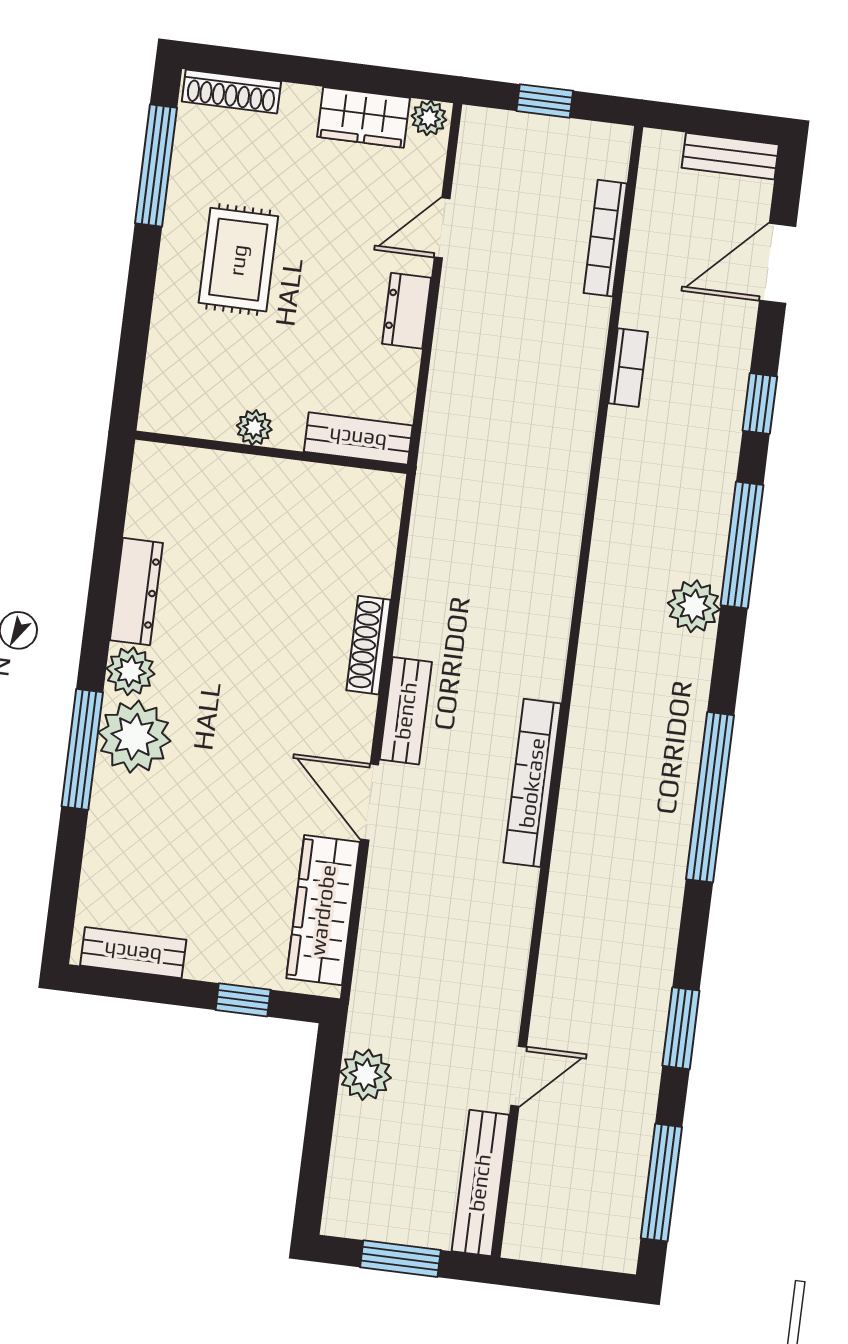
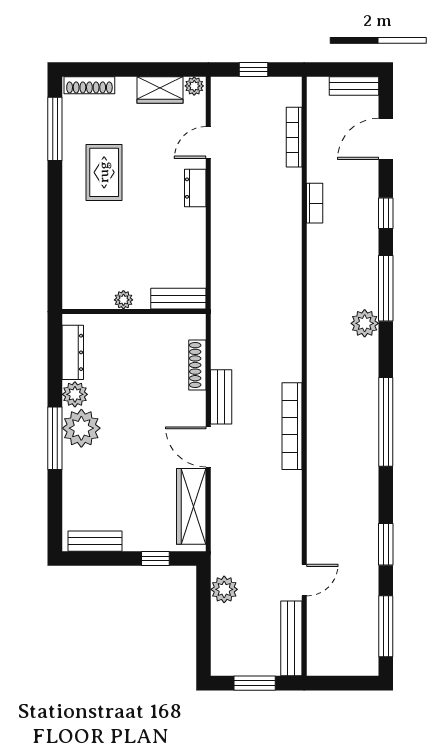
plant: (254, 428) -> (123, 300), moved
bench: (358, 439) -> (178, 299), moved
wall: (271, 452) -> (134, 312), moved

